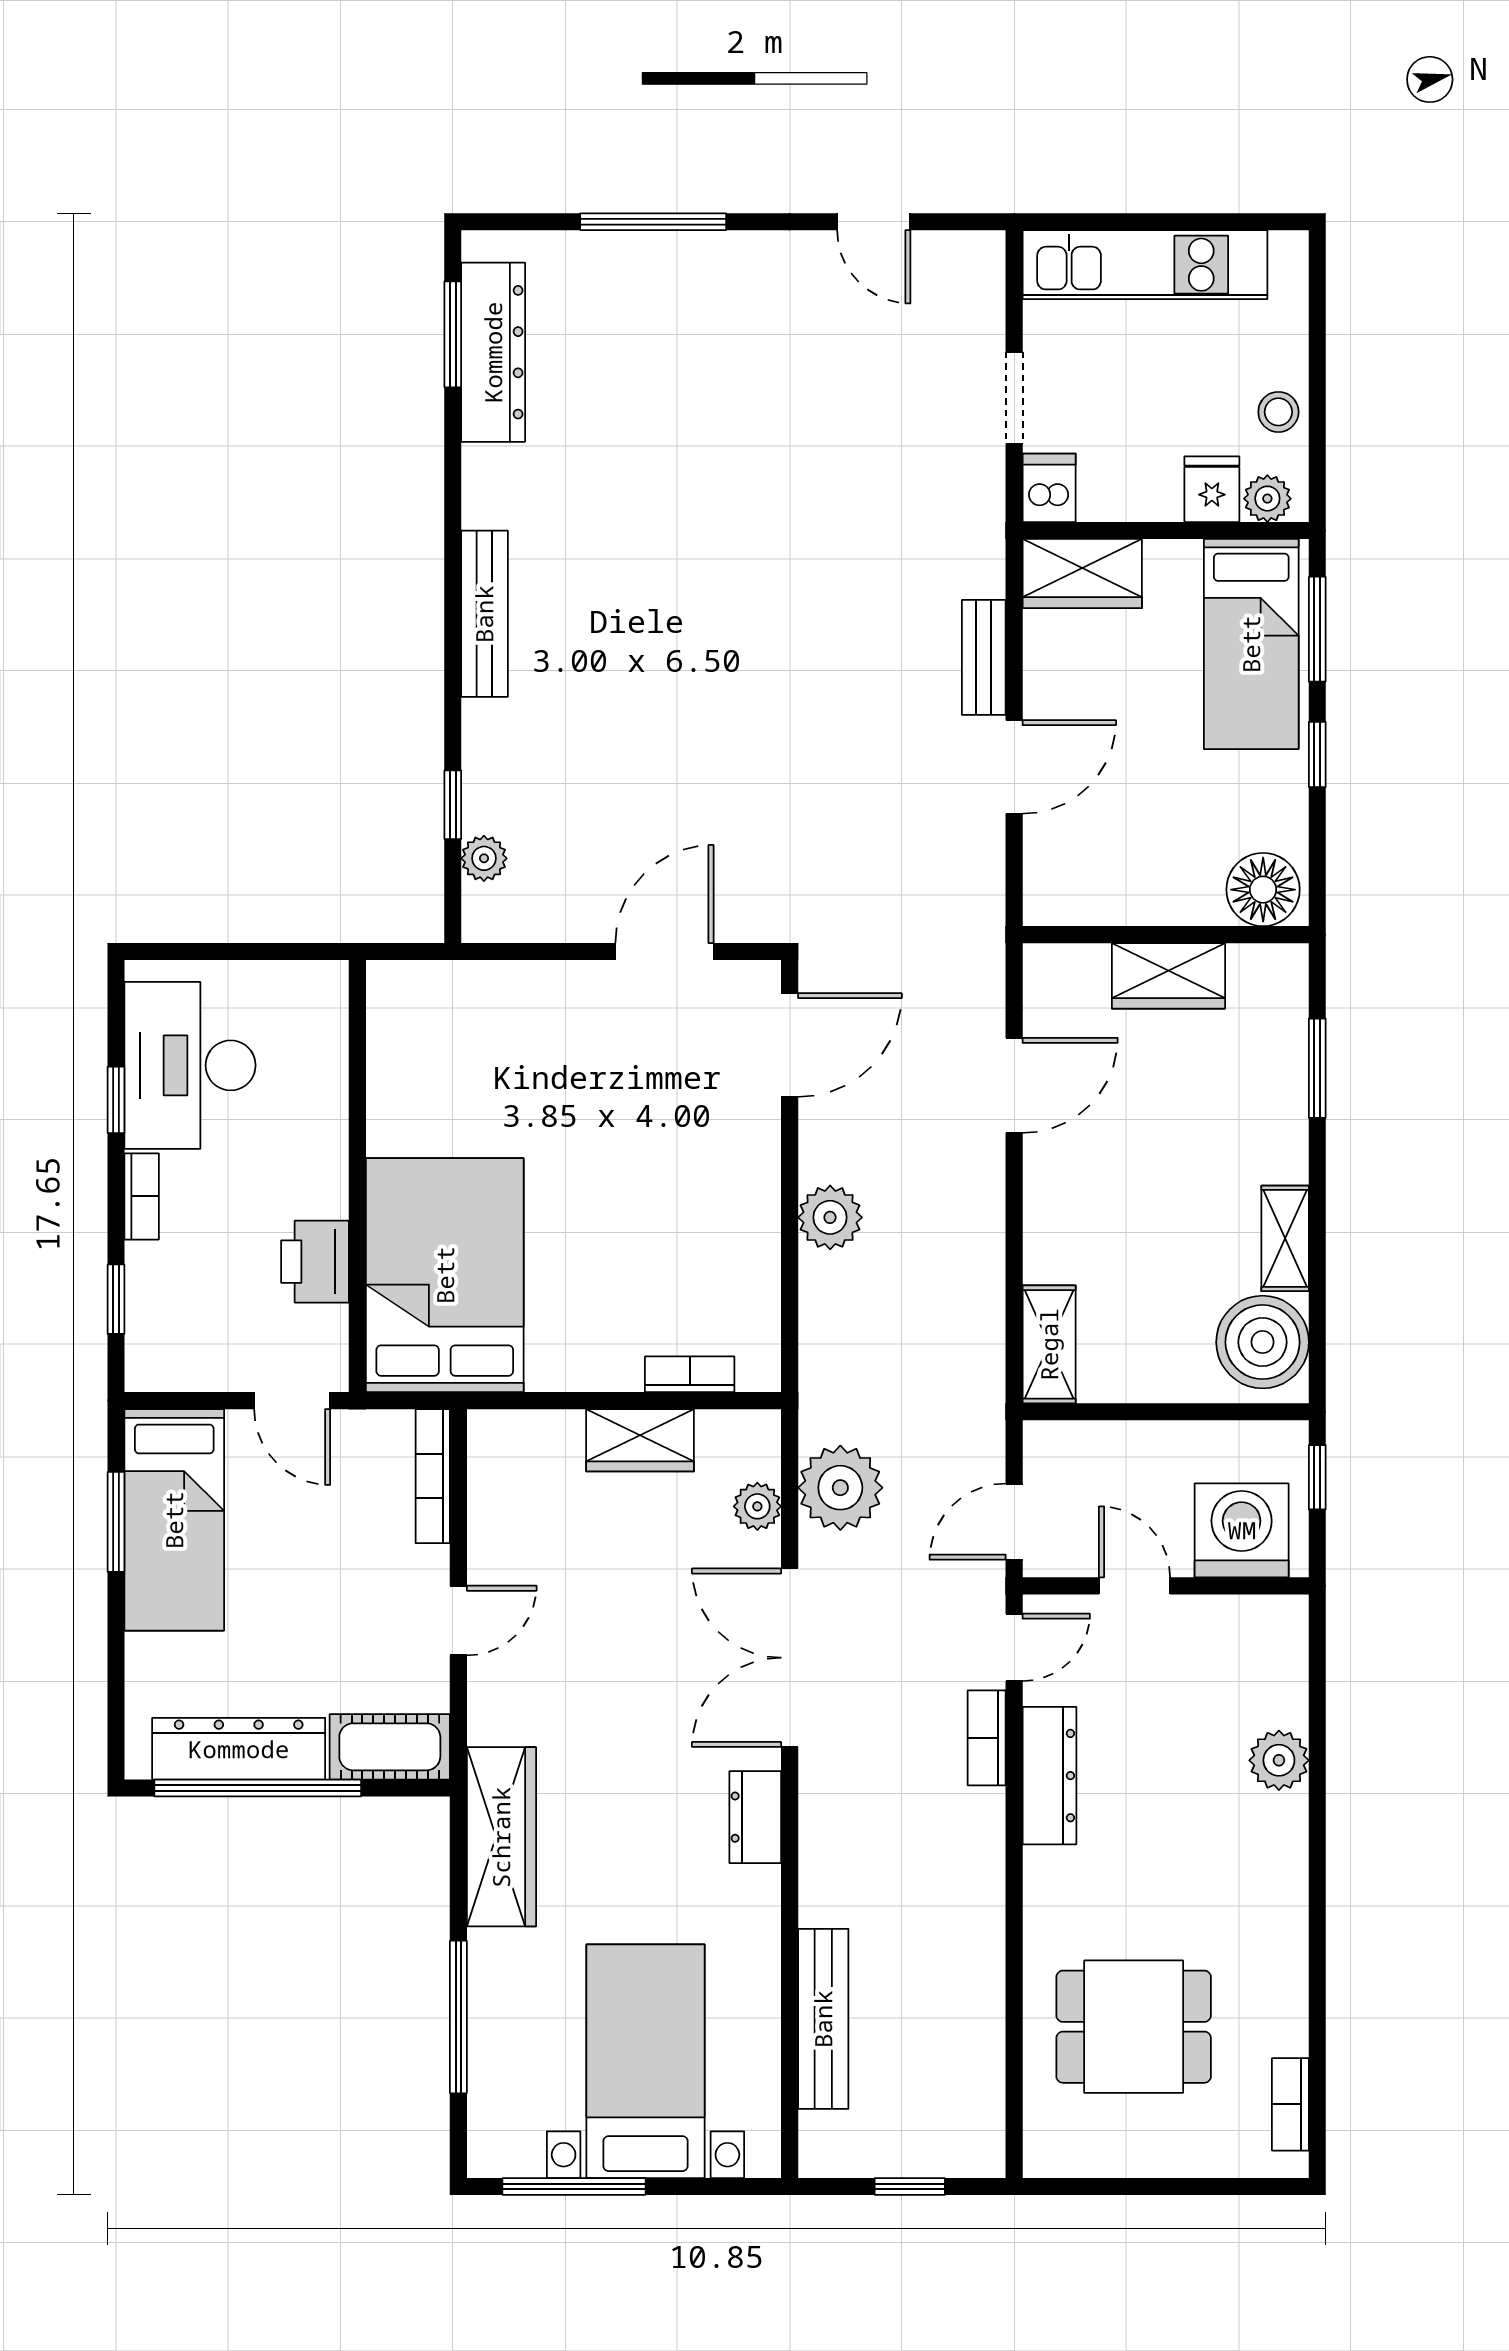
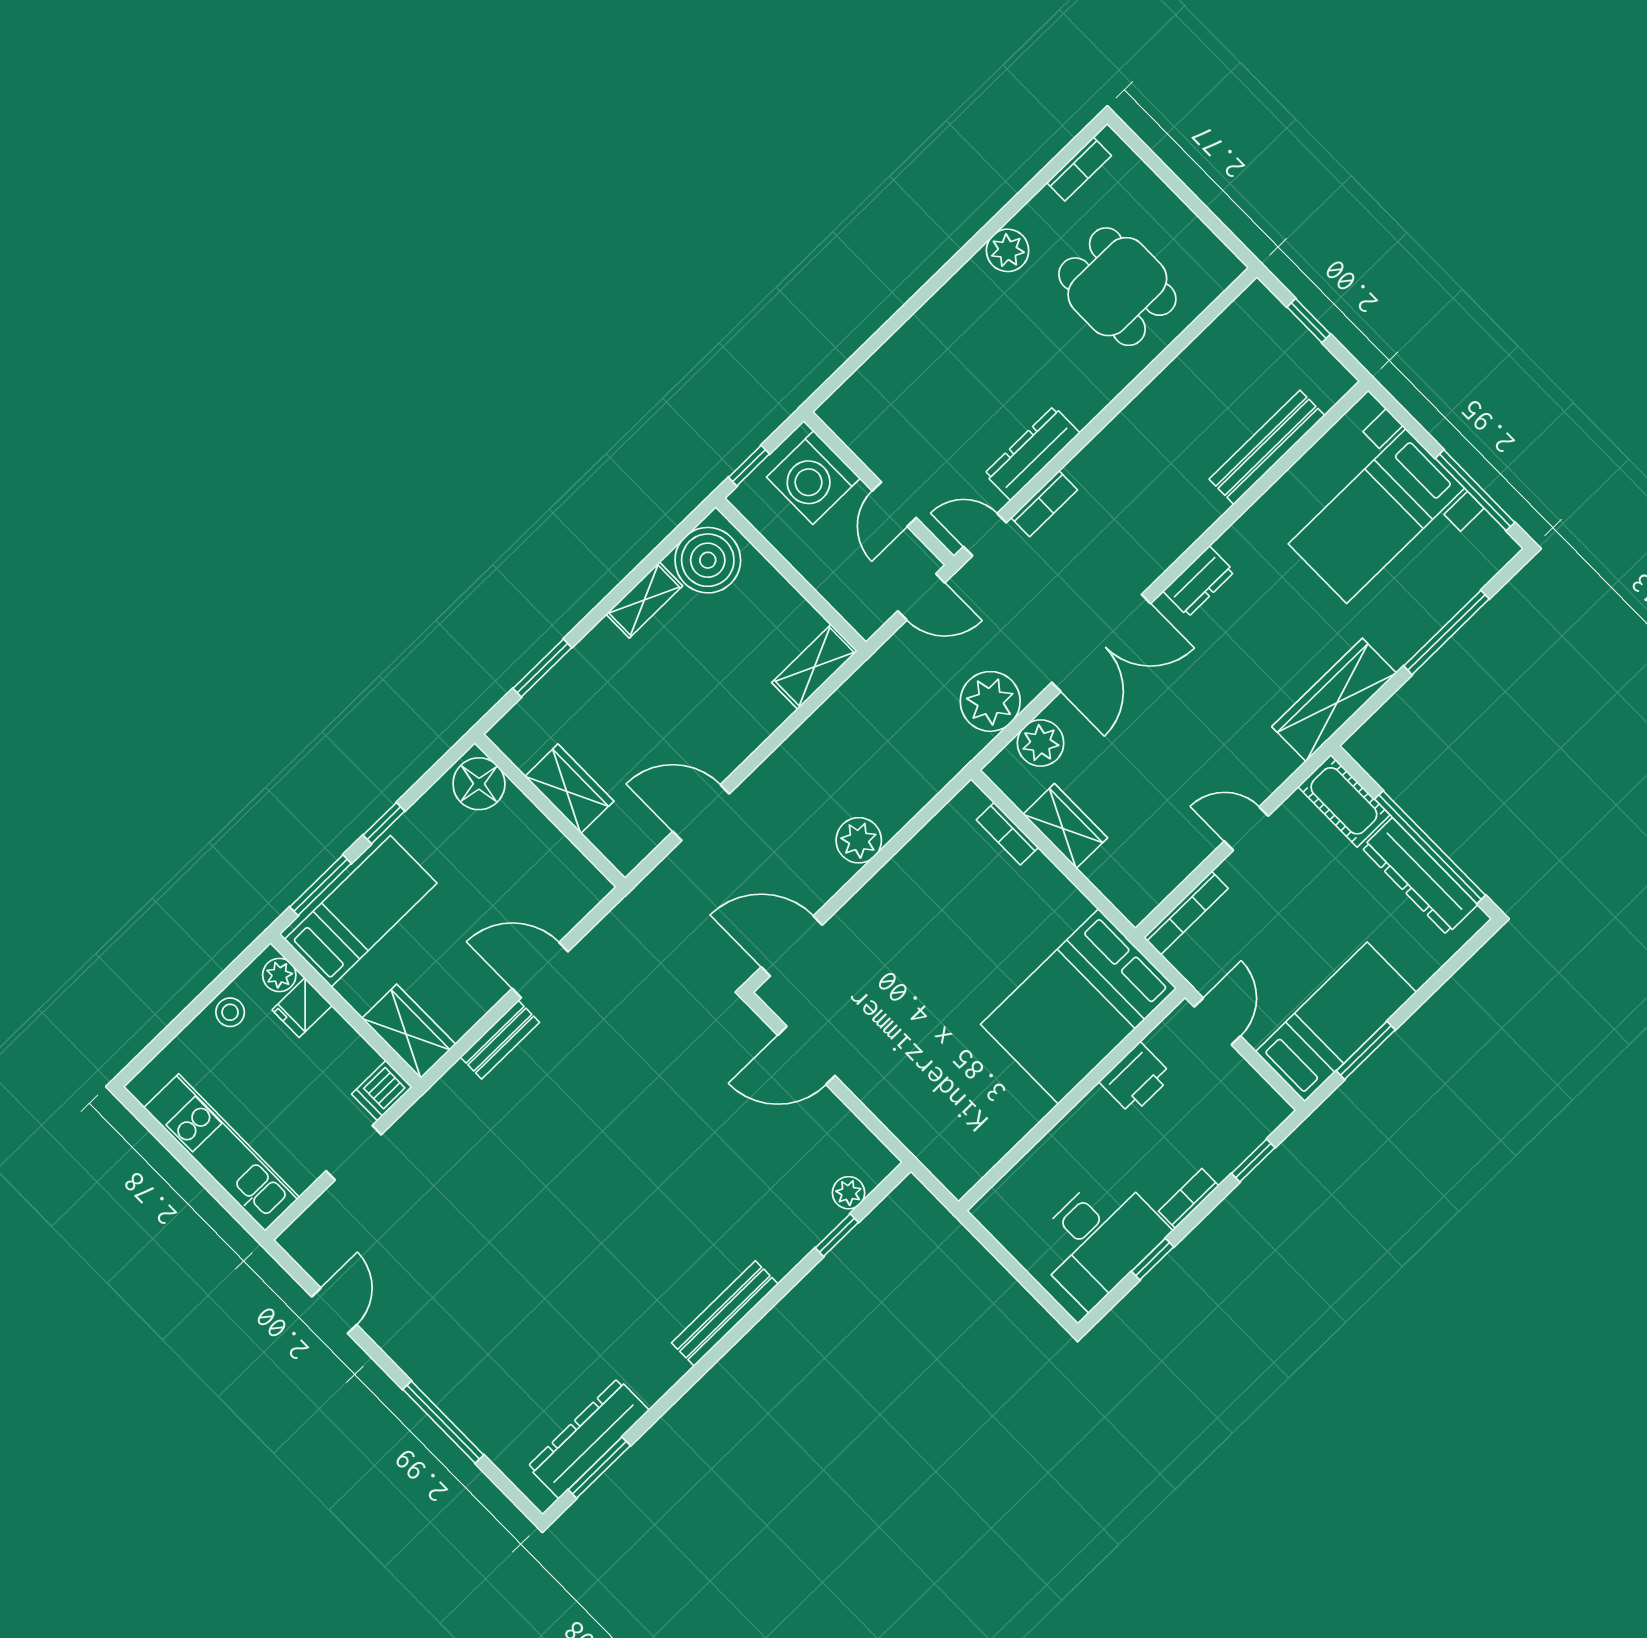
plant: (757, 1506) -> (1041, 743), width x1.38, depth x1.38
plant: (1279, 1760) -> (1008, 250), moved

